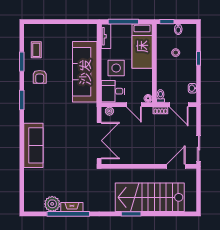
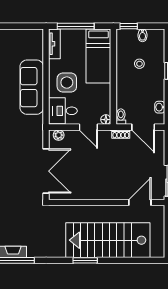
sofa: (85, 72) -> (32, 87), width x0.74, depth x0.79

